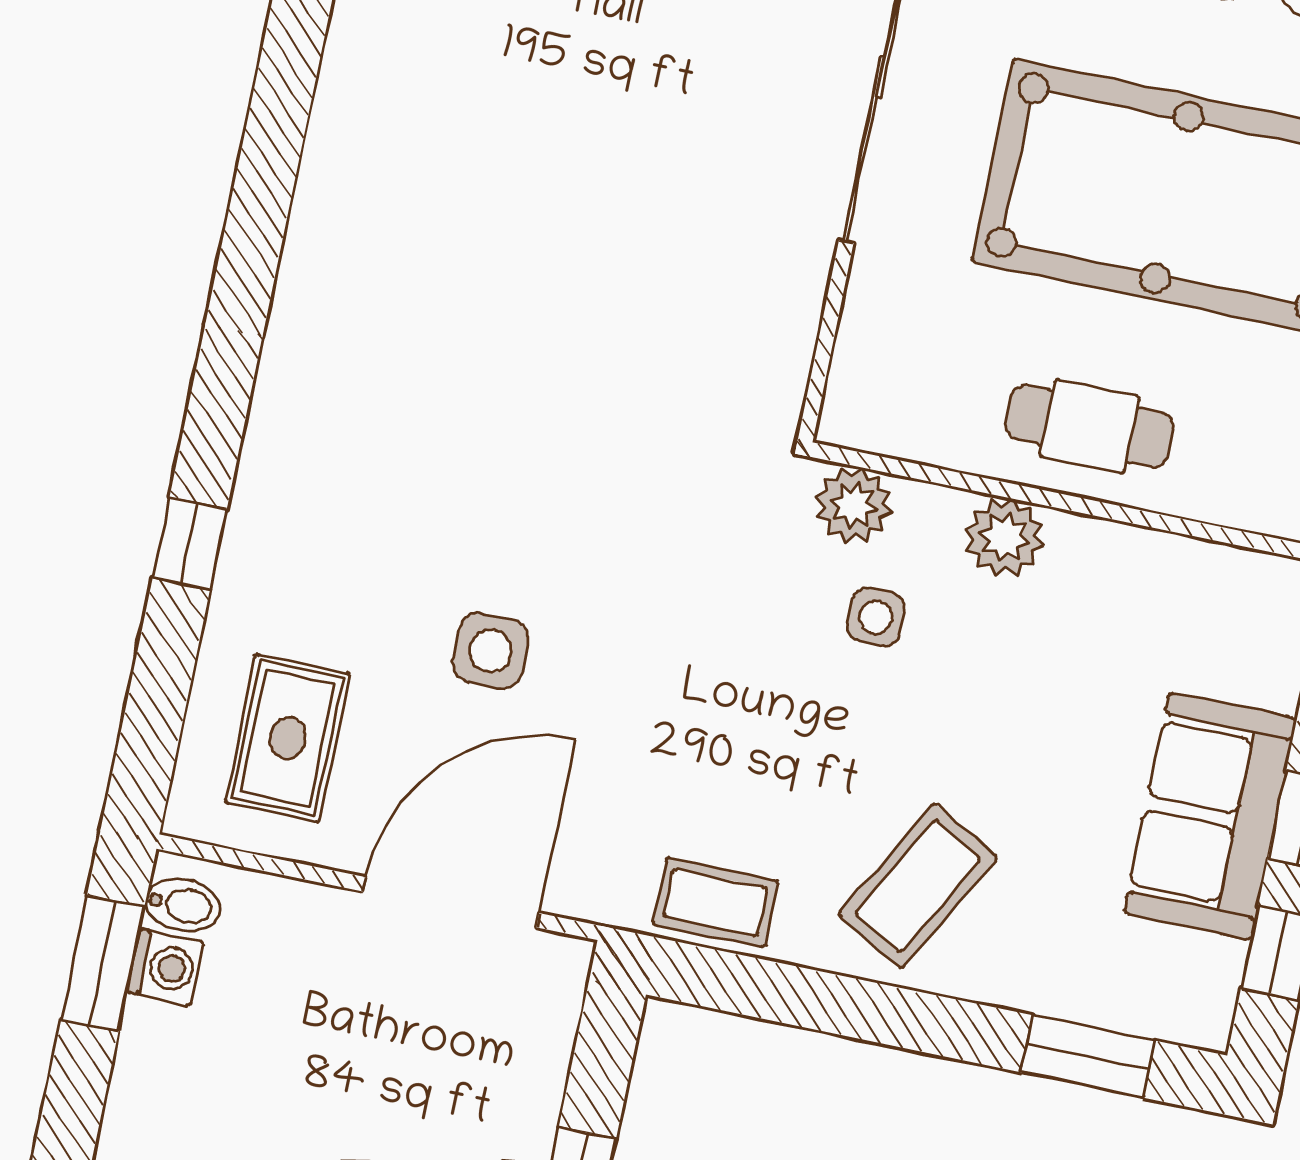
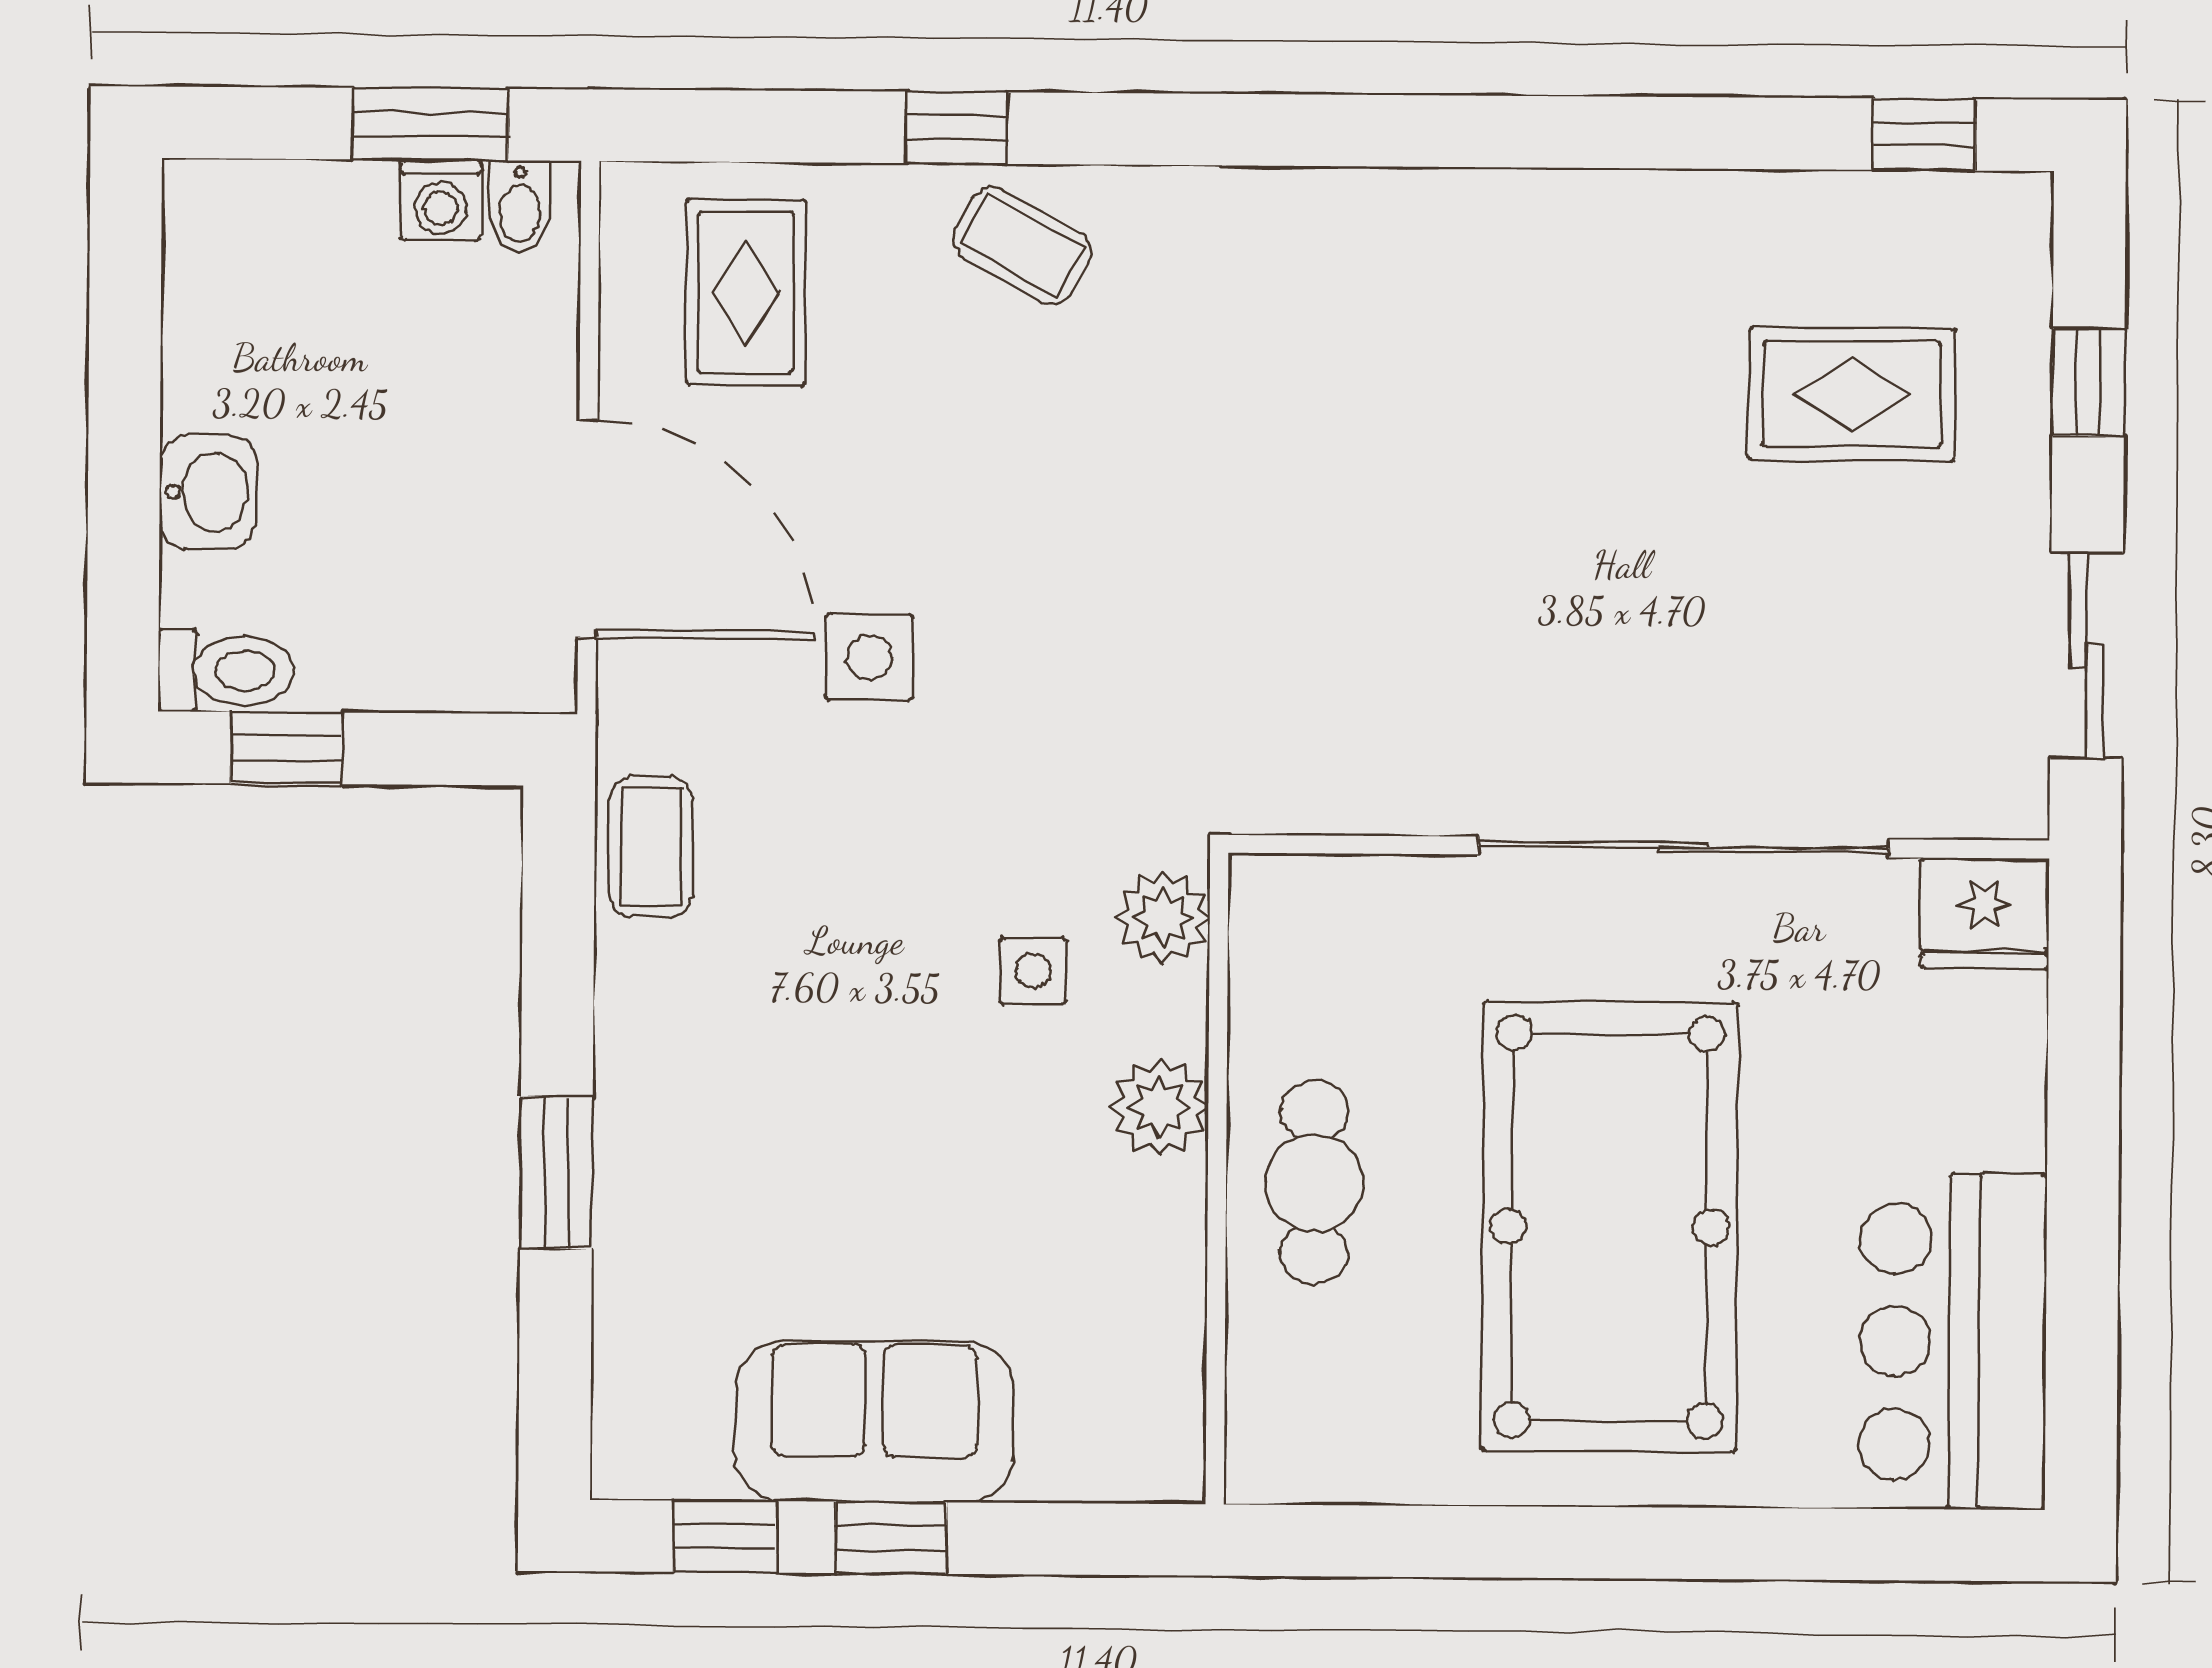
side table: (491, 651) -> (869, 657), moved
rug: (287, 738) -> (746, 292), turned 90
coffee table: (918, 886) -> (1022, 245), moved, width x0.73, depth x0.77
window: (1088, 1056) -> (556, 1173), moved

